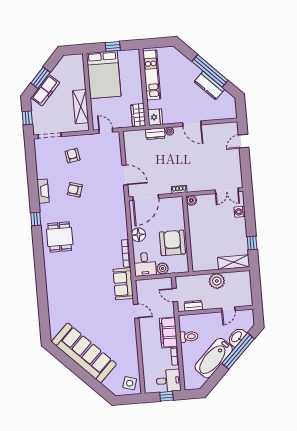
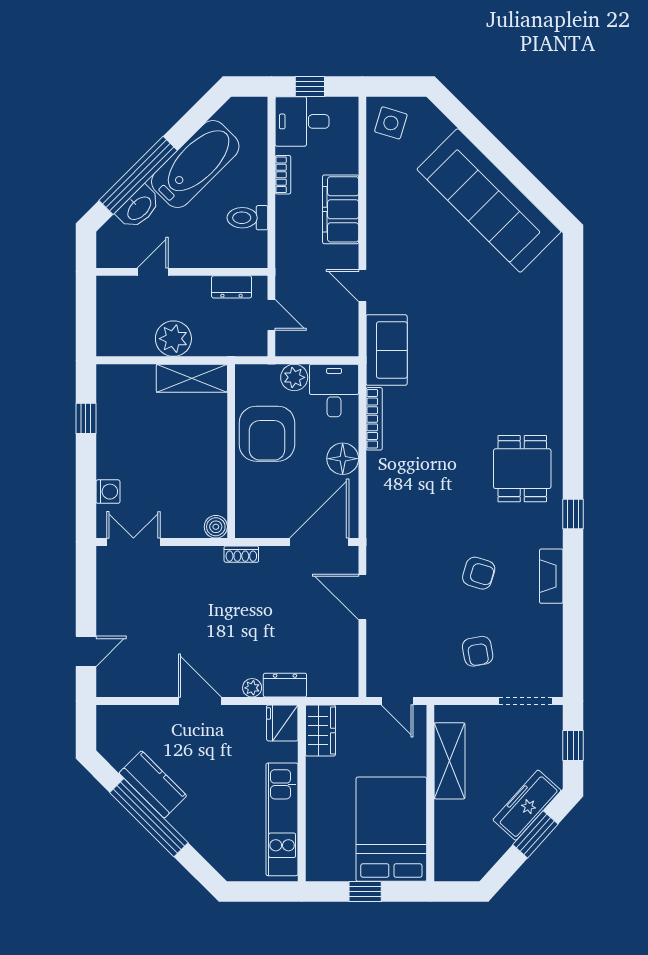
shelving: (234, 262) -> (192, 378), moved
filing cabinet: (168, 333) -> (341, 209), moved, turned 180

